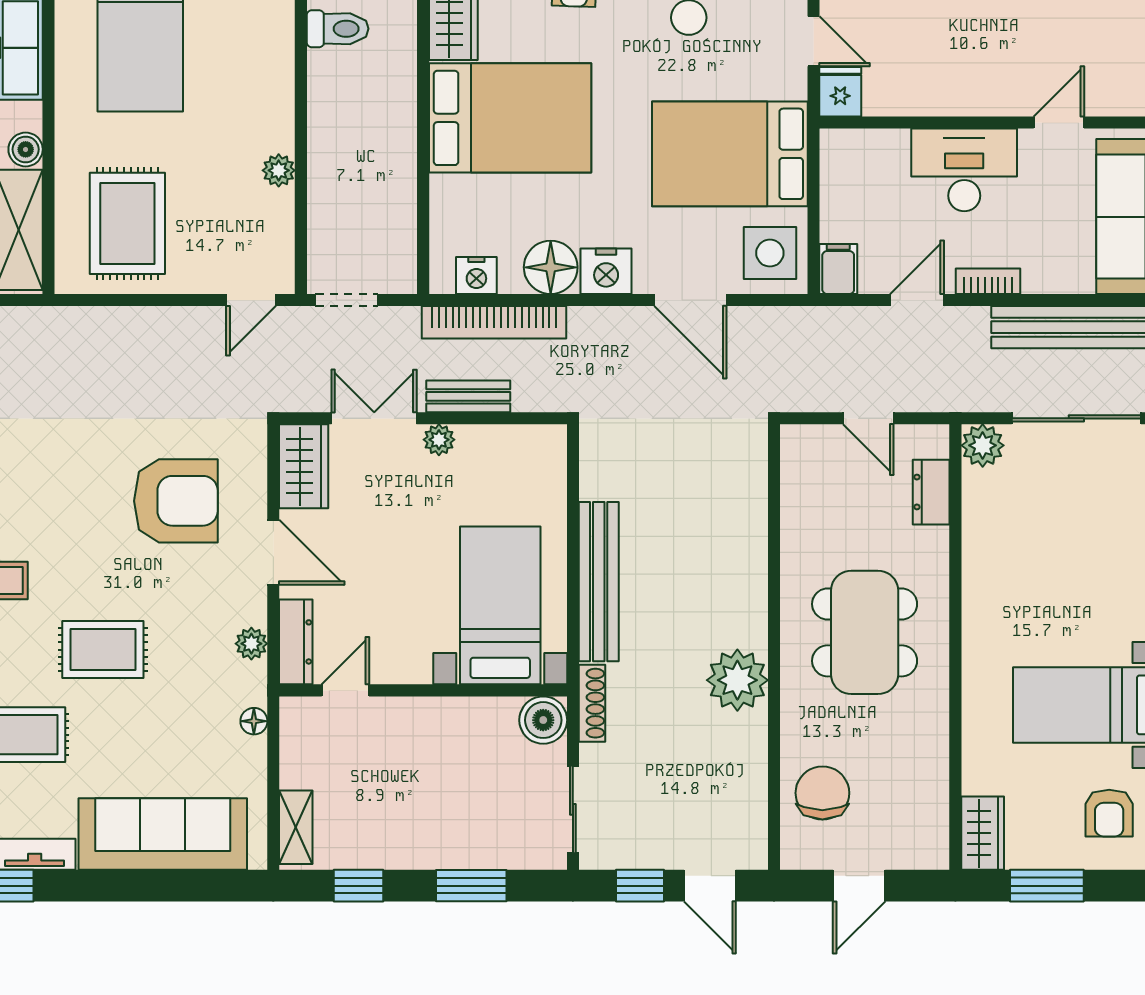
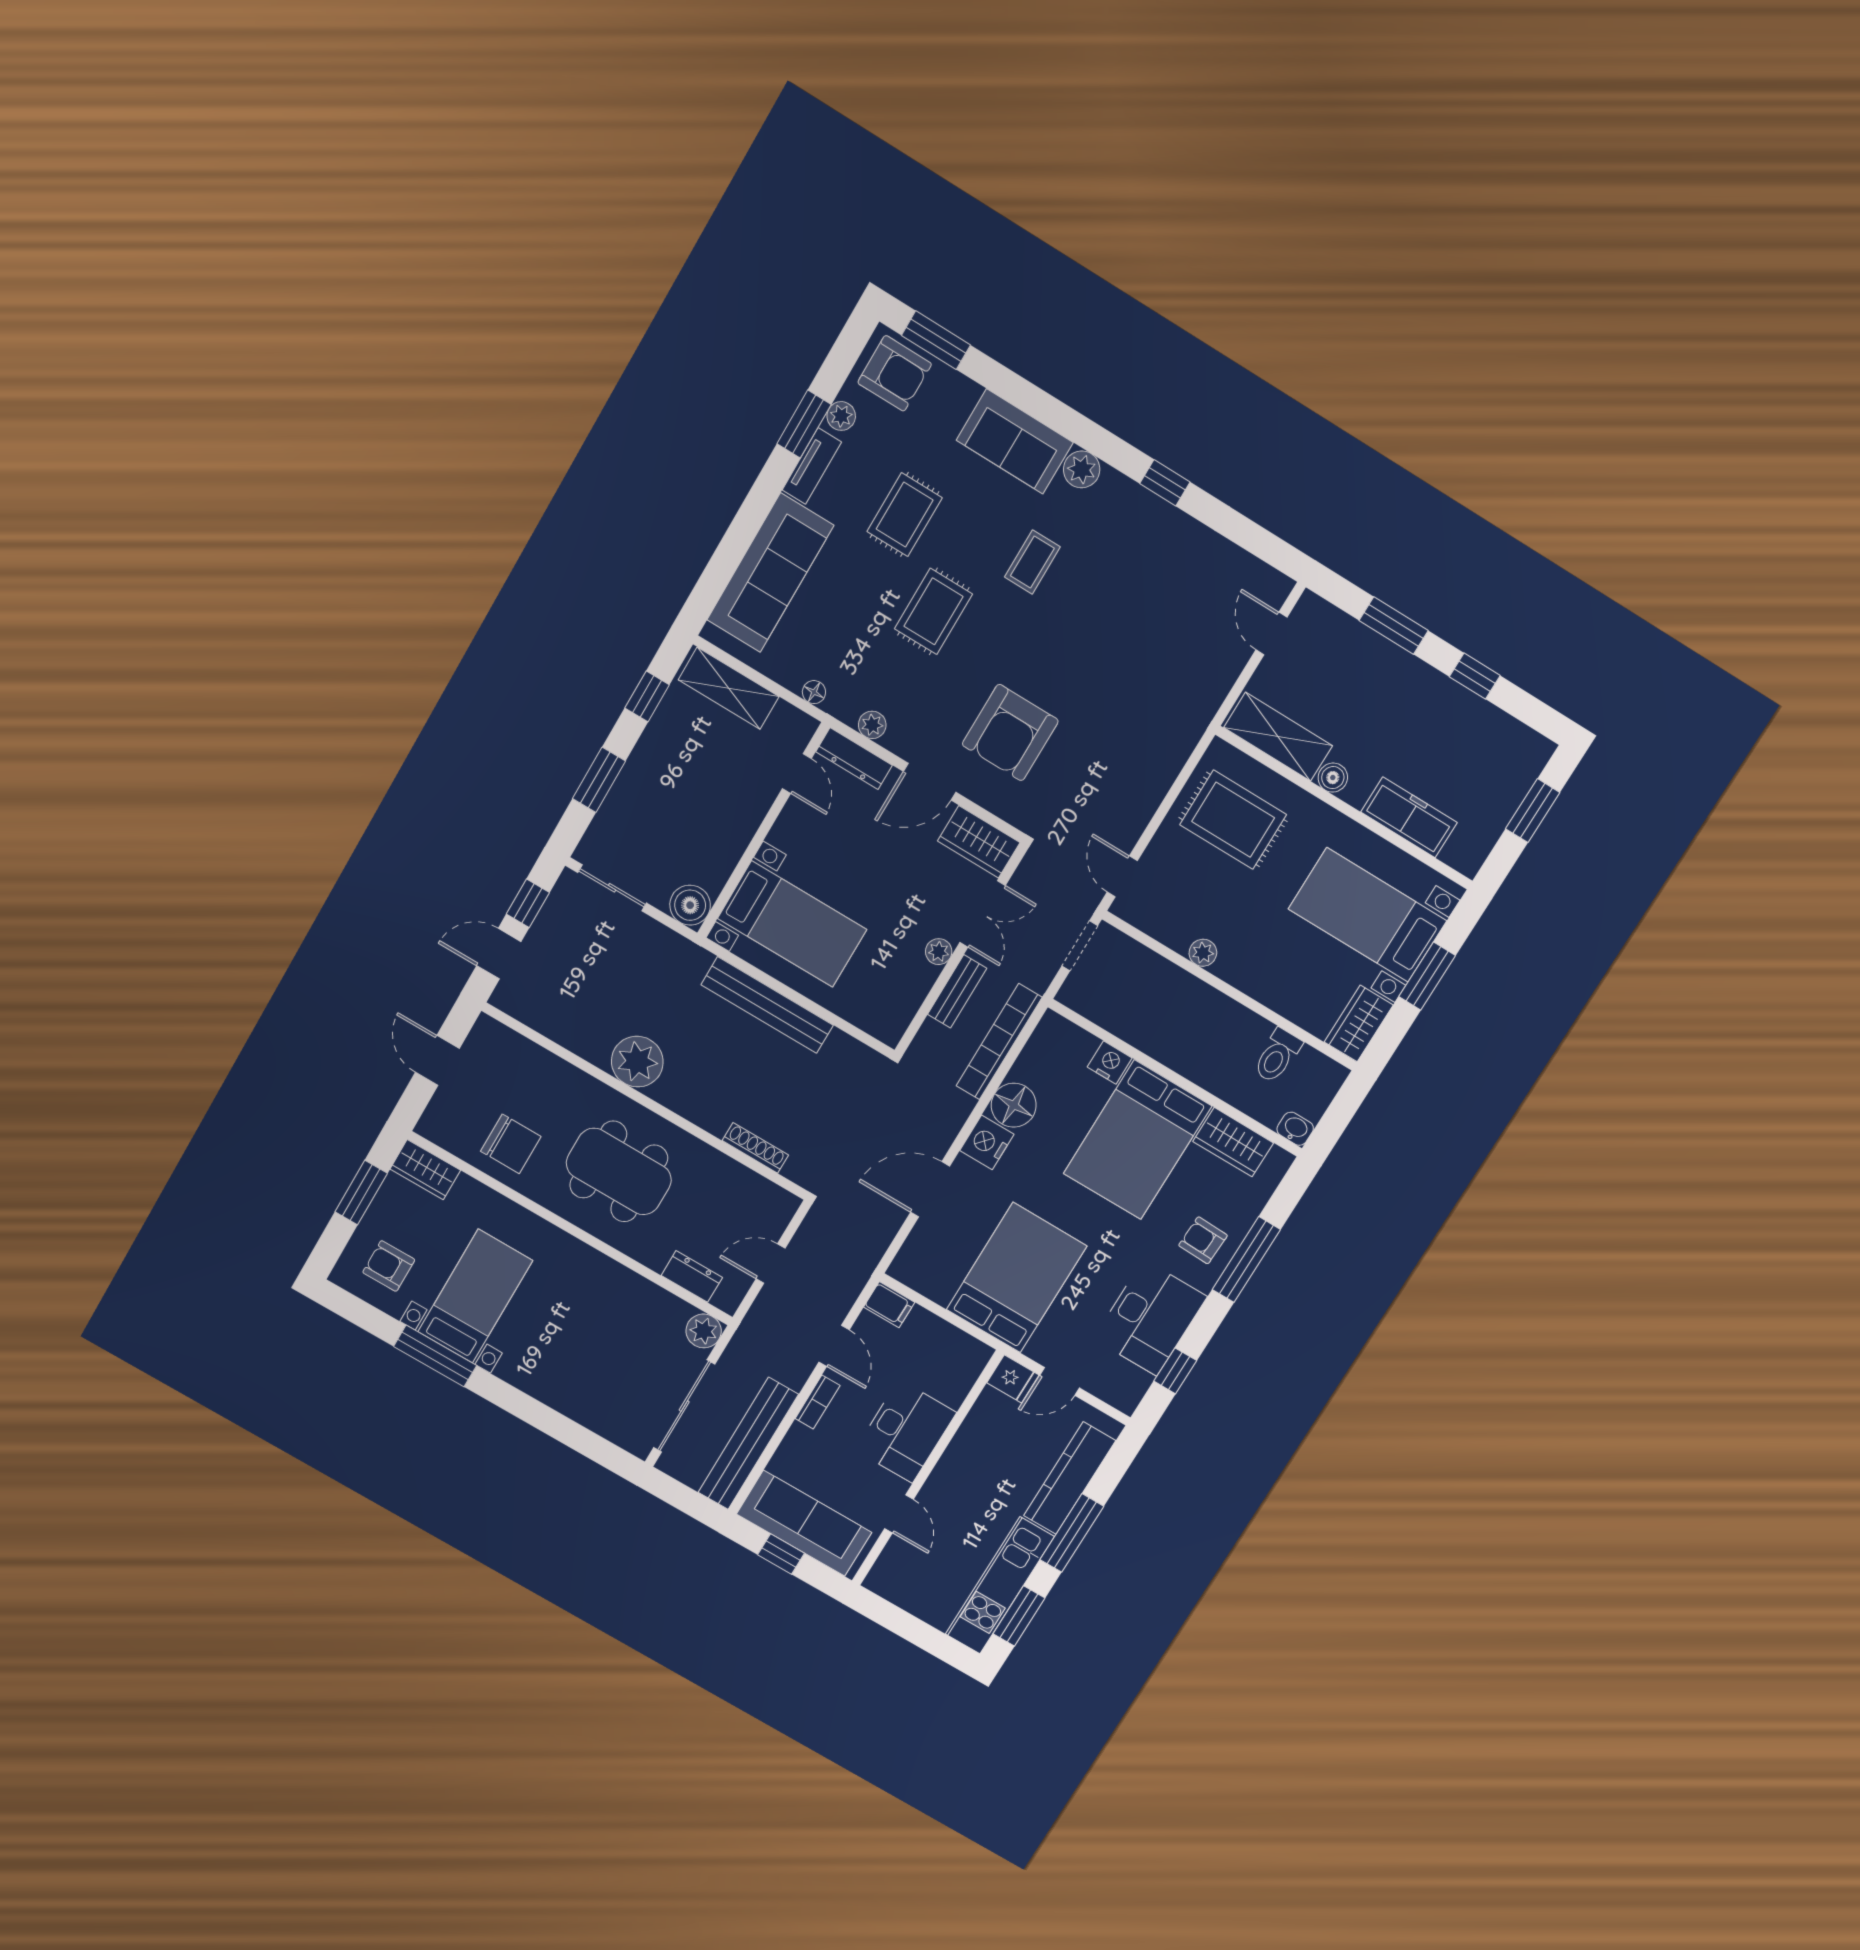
side table: (770, 253) -> (929, 1264), removed
nightstand: (476, 276) -> (1110, 1063), moved, turned 90
shoe rack: (592, 703) -> (755, 1148), moved, turned 180
chair: (822, 793) -> (511, 1144), moved
shelving: (296, 827) -> (729, 688), width x1.50, depth x1.33

